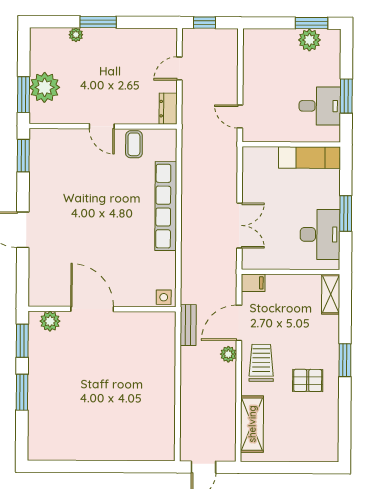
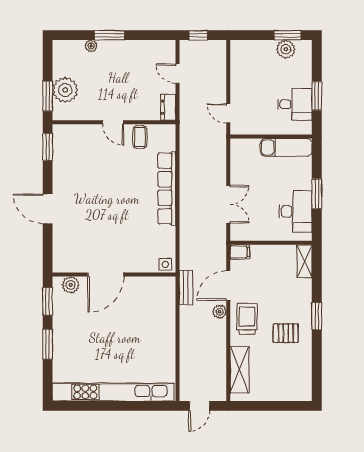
door: (179, 68) -> (177, 74), hinge flipped
door: (92, 309) -> (106, 275), swing flipped
kitchen unit: (100, 450) -> (113, 392), added

